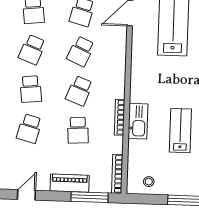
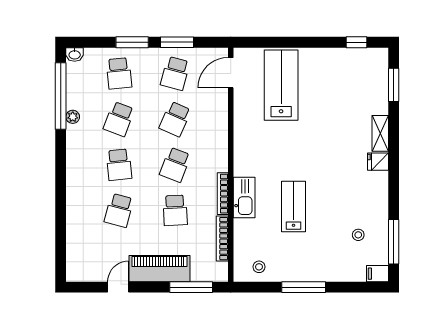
bookcase: (117, 174) -> (222, 239), moved
piano: (70, 183) -> (159, 269), width x1.37, depth x1.33

